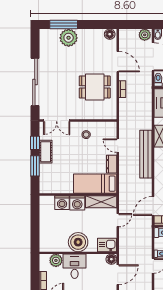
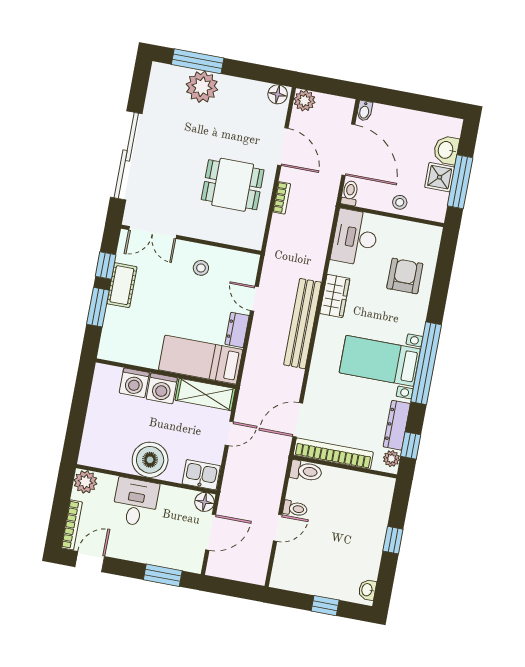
plant: (145, 35) -> (304, 101), moved
plant: (56, 260) -> (85, 482), moved

